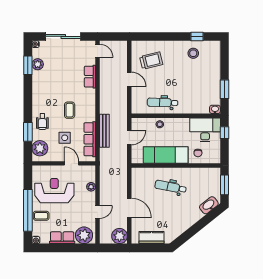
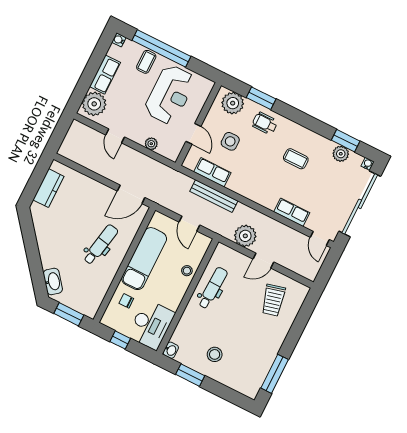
sliding door: (63, 36) -> (360, 204), width x1.36
window: (197, 36) -> (275, 374), width x2.17
door: (98, 51) -> (320, 238), hinge flipped
stool: (193, 53) -> (215, 354), moved
coffee table: (70, 110) -> (296, 159), moved
window: (224, 133) -> (120, 340), moved
row of seats: (90, 139) -> (212, 172), width x0.68
door: (72, 163) -> (193, 134), hinge flipped
door: (129, 208) -> (131, 194), moved
plant: (119, 236) -> (245, 236), moved

